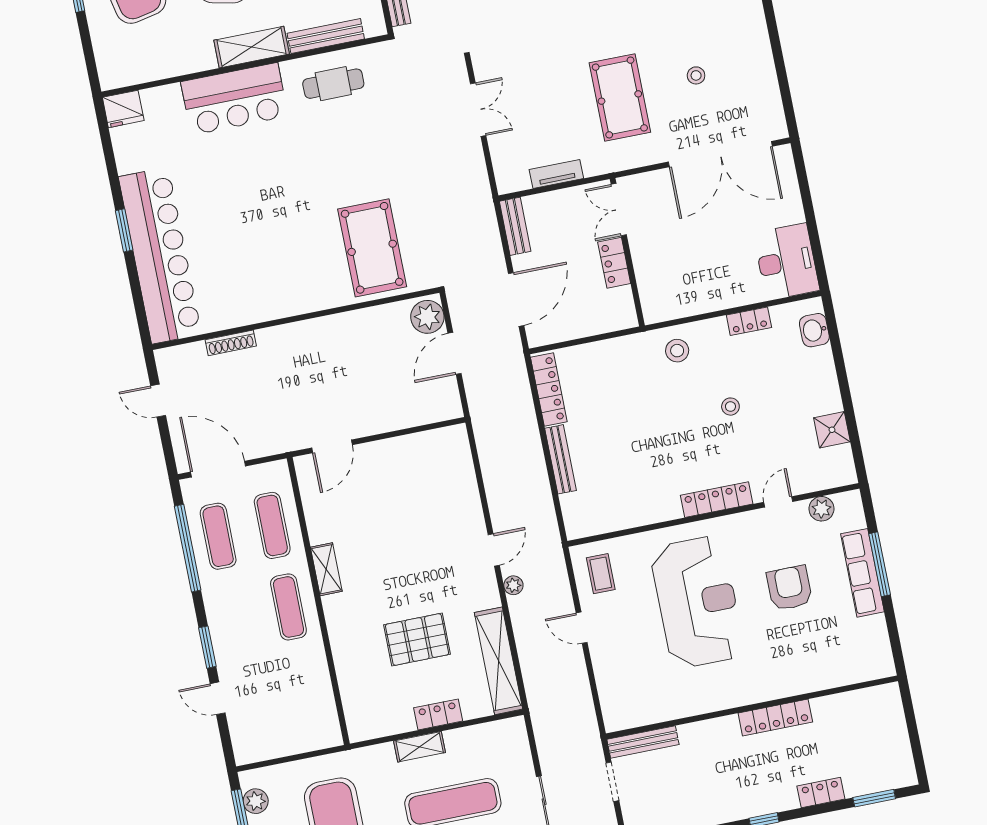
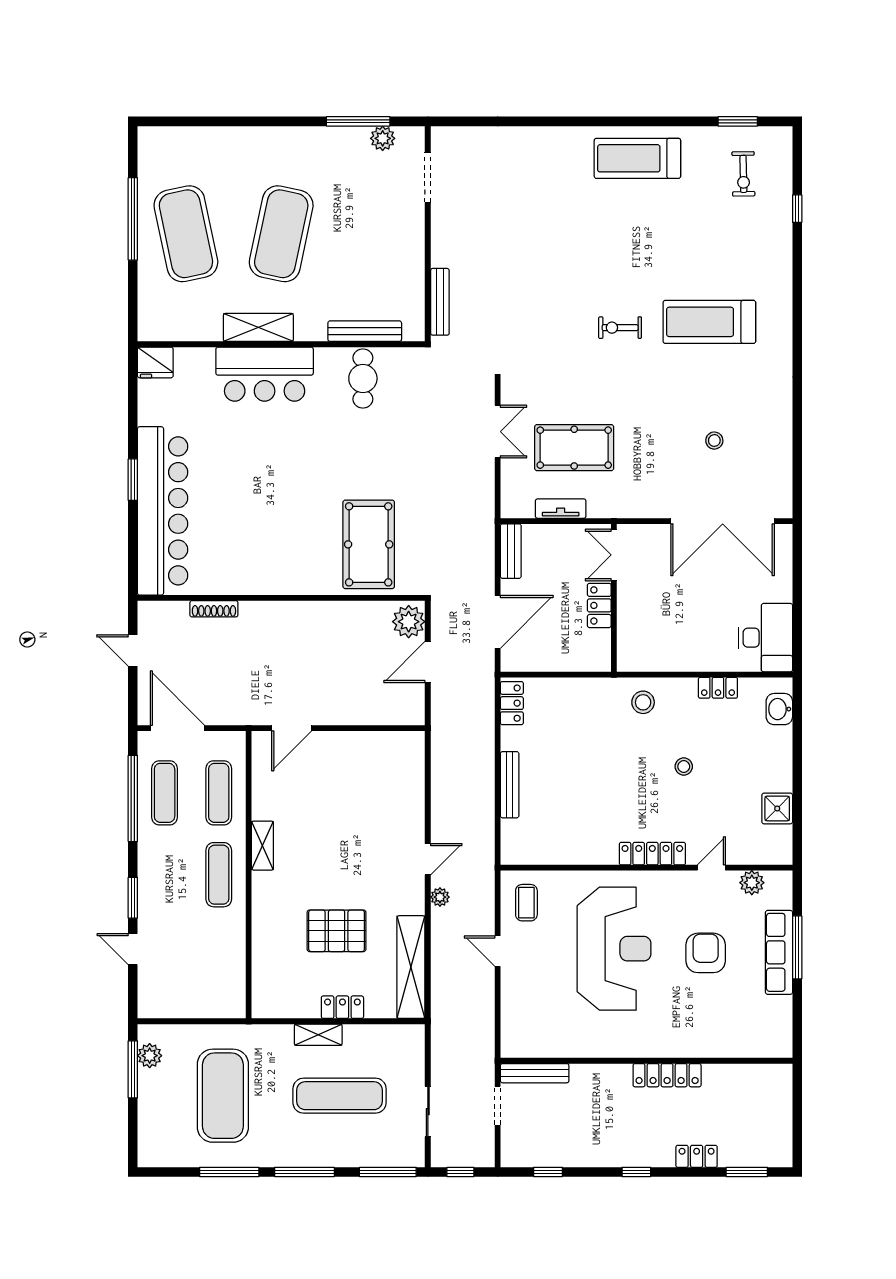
shelving: (252, 47) -> (258, 327), moved
cafe table: (333, 84) -> (363, 378), turned 90
pool table: (620, 97) -> (574, 448), moved, turned 90
locker: (549, 389) -> (512, 703), width x0.66

